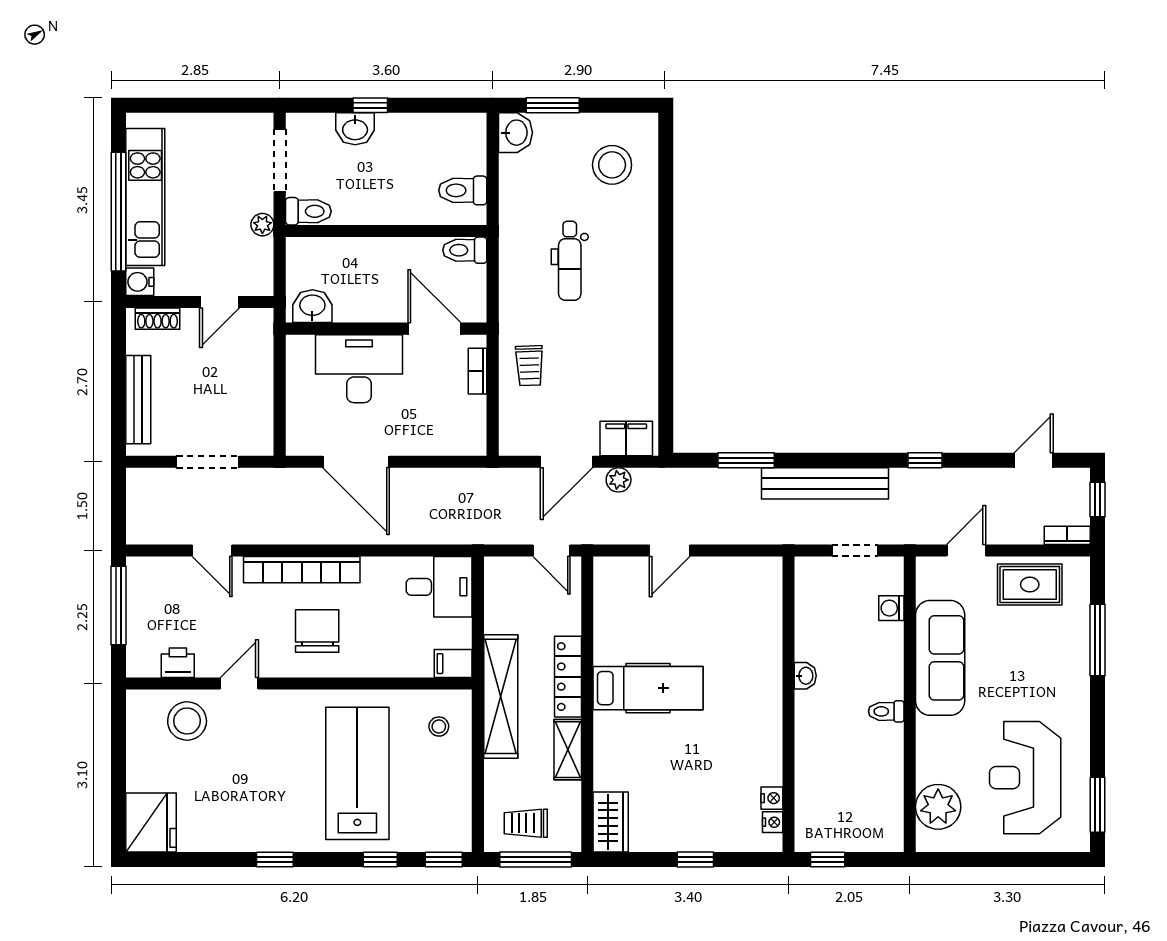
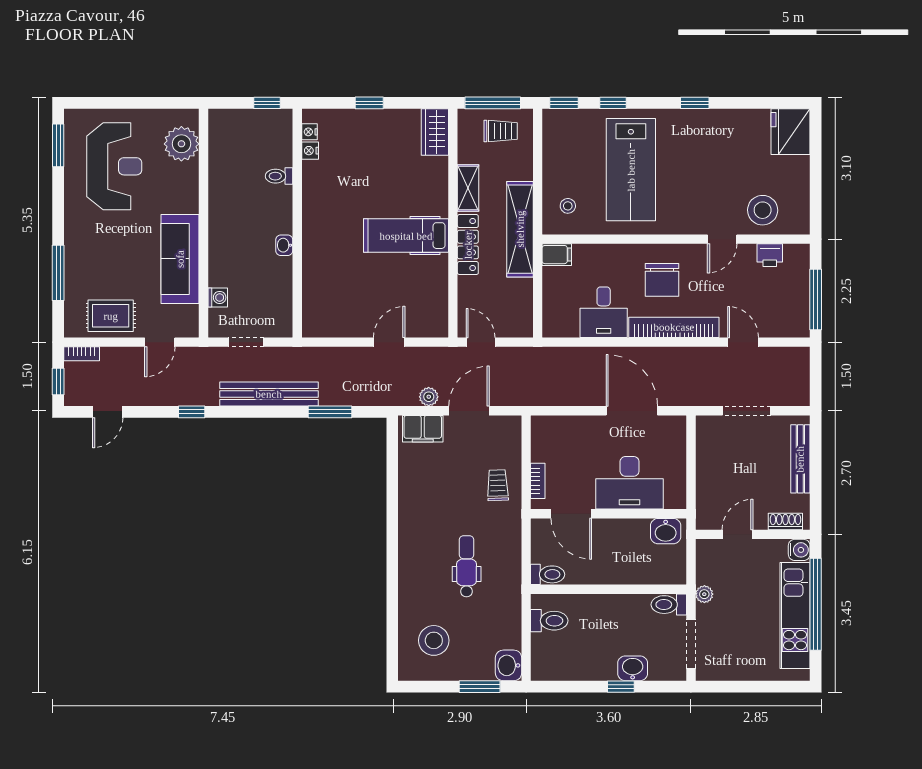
desk: (439, 587) -> (604, 312), moved, turned -90
toilet: (886, 711) -> (279, 176), moved, turned 180

